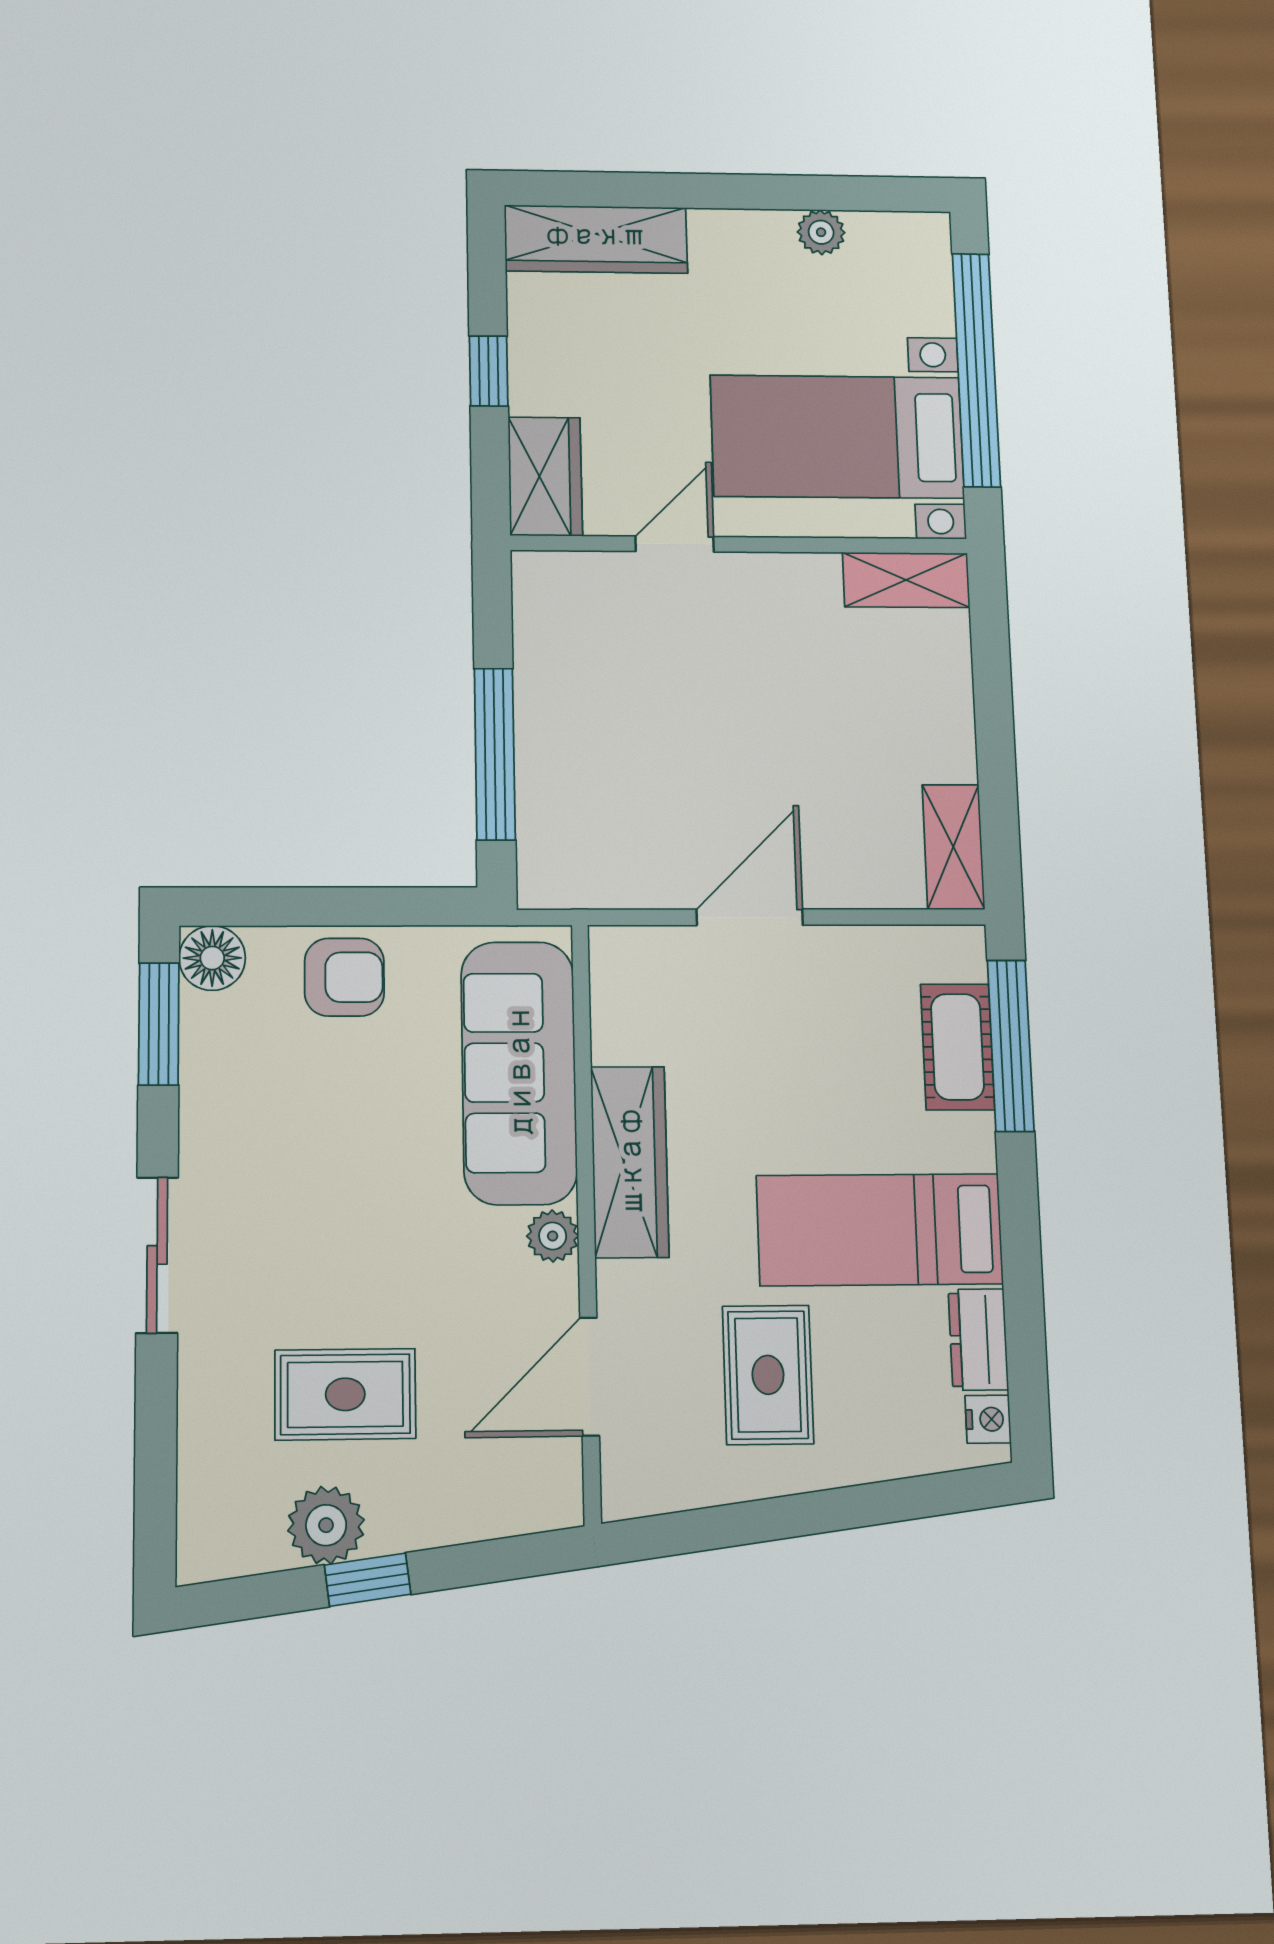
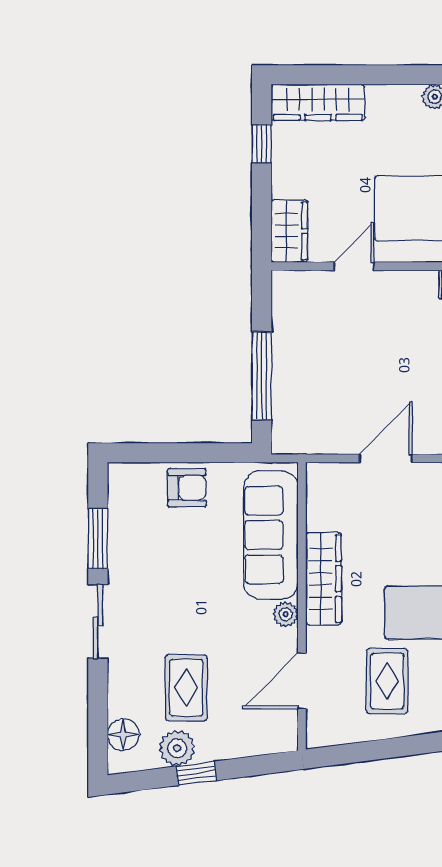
window: (489, 371) -> (262, 144), moved
floor lamp: (212, 958) -> (123, 735), moved
window: (159, 1024) -> (98, 539), moved
rug: (345, 1394) -> (186, 688), turned 90

